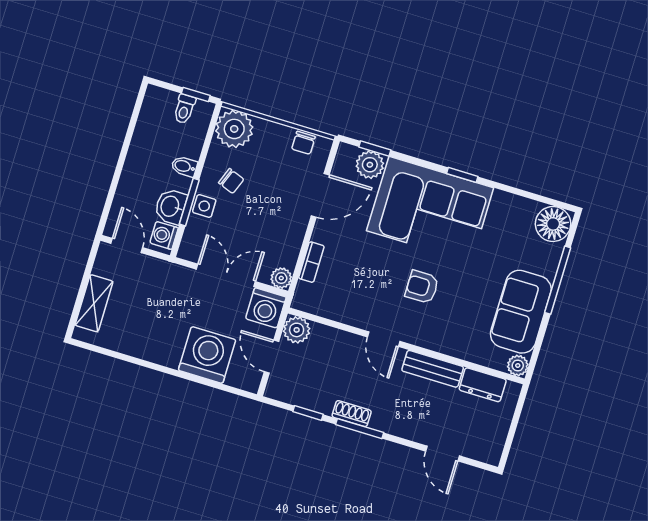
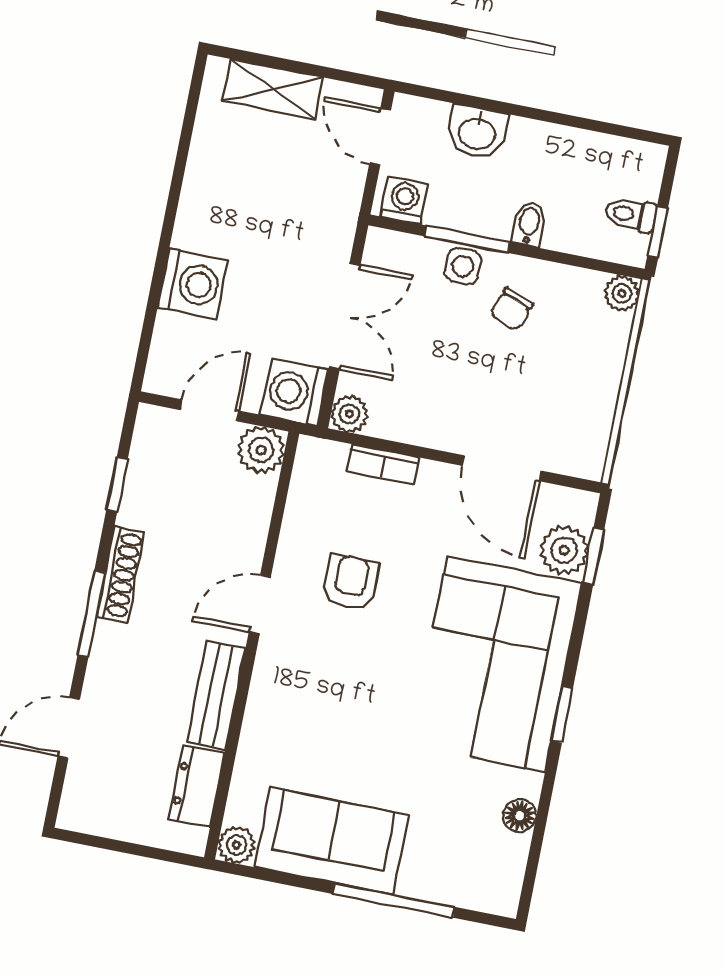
plant: (234, 129) -> (622, 293), width x0.53, depth x0.53
chair: (303, 143) -> (591, 430), removed
washbasin: (171, 206) -> (477, 132), moved, turned 180
floor lamp: (553, 224) -> (520, 816), moved, width x0.53, depth x0.53
door: (127, 245) -> (380, 137), swing flipped
armchair: (422, 287) -> (351, 583), moved
washing machine: (207, 355) -> (193, 284), width x0.73, depth x0.73
shoe rack: (352, 414) -> (121, 574), width x1.43
window: (360, 429) -> (91, 614), moved

